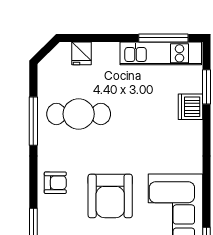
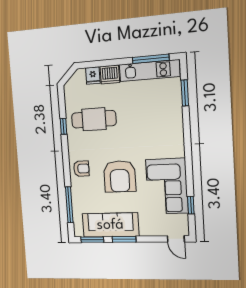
dishwasher: (190, 107) -> (110, 74), moved, turned -90
window: (33, 121) -> (63, 126), width x0.46

